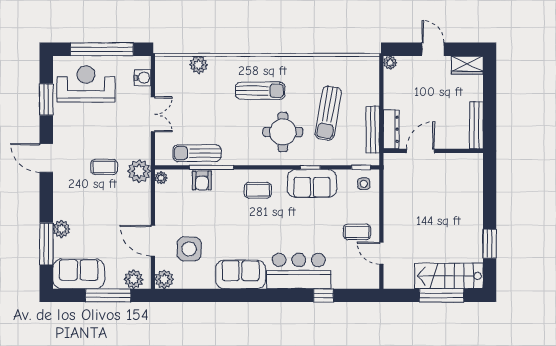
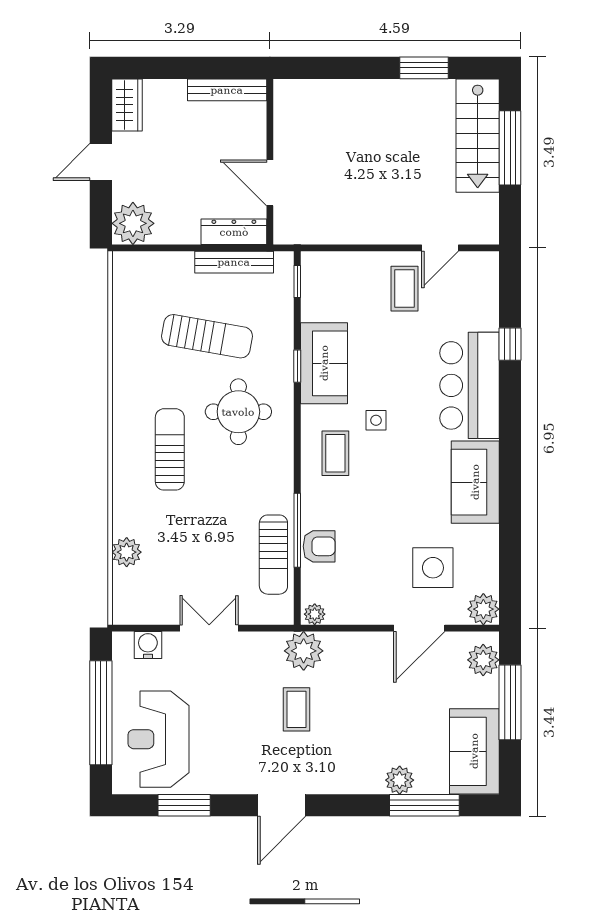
plant: (390, 63) -> (133, 223), width x1.87, depth x1.87
side table: (364, 184) -> (376, 420), moved

